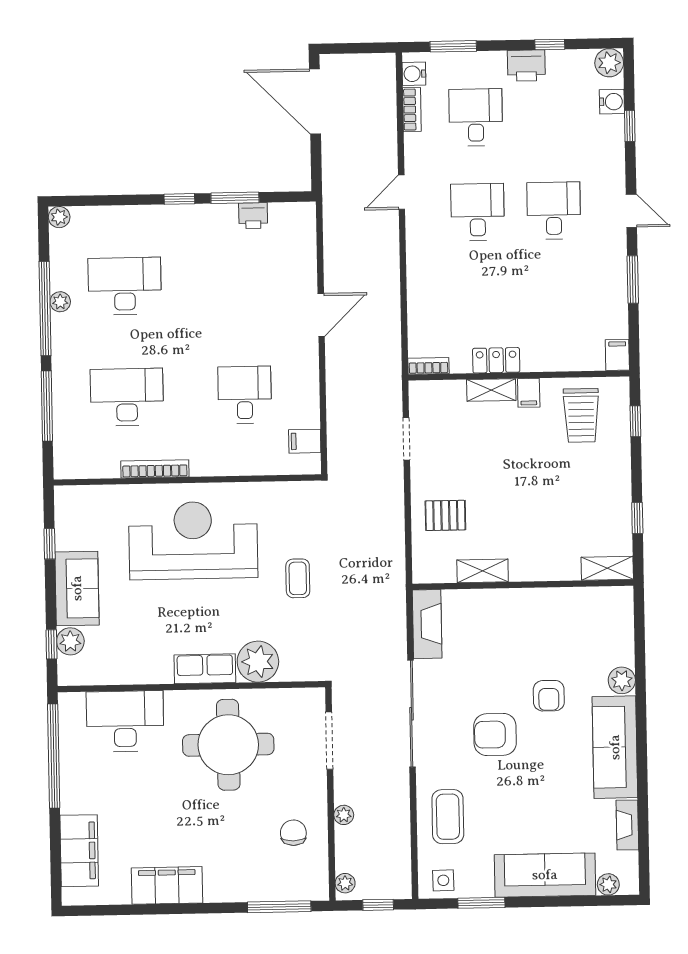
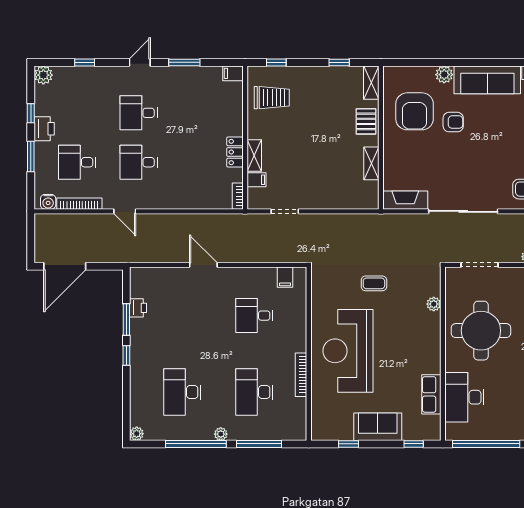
window: (453, 46) -> (31, 156), moved
water cooler: (612, 102) -> (69, 74), removed
bookcase: (412, 110) -> (79, 204), width x1.56
plant: (60, 302) -> (221, 434), moved
filing cabinet: (529, 393) -> (256, 180), moved
pallet: (445, 515) -> (366, 121), moved
plant: (70, 641) -> (412, 432), removed
plant: (258, 662) -> (434, 304), width x0.53, depth x0.53
row of seats: (205, 669) -> (431, 394), moved
armchair: (495, 735) -> (415, 111), moved, width x1.36, depth x1.36

